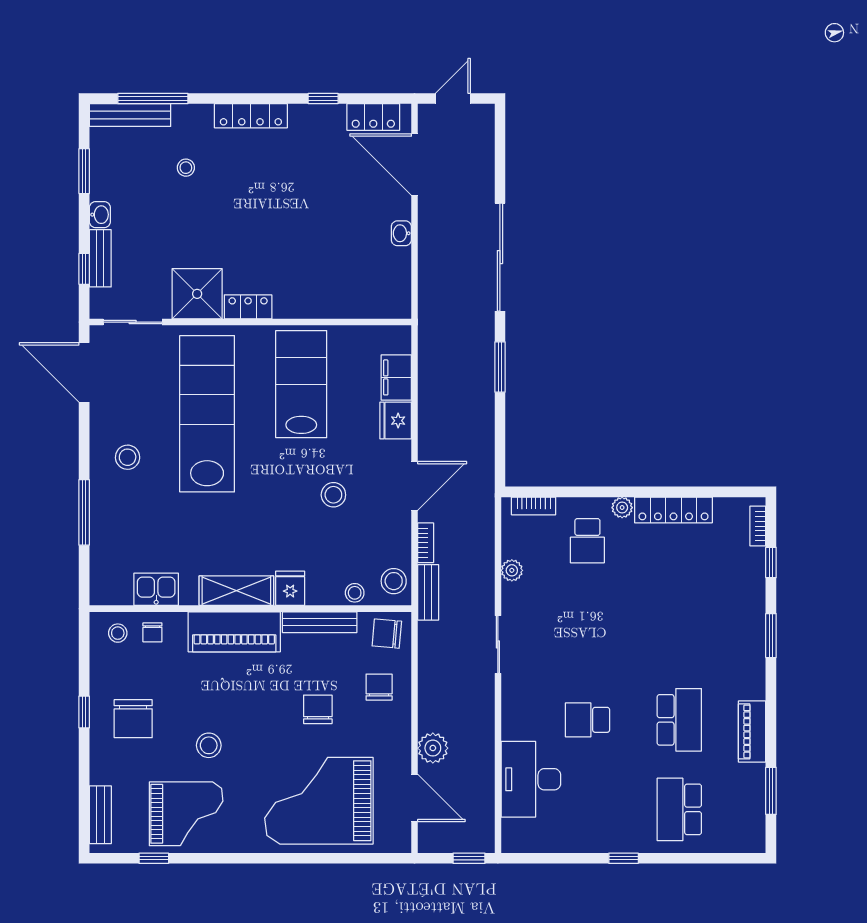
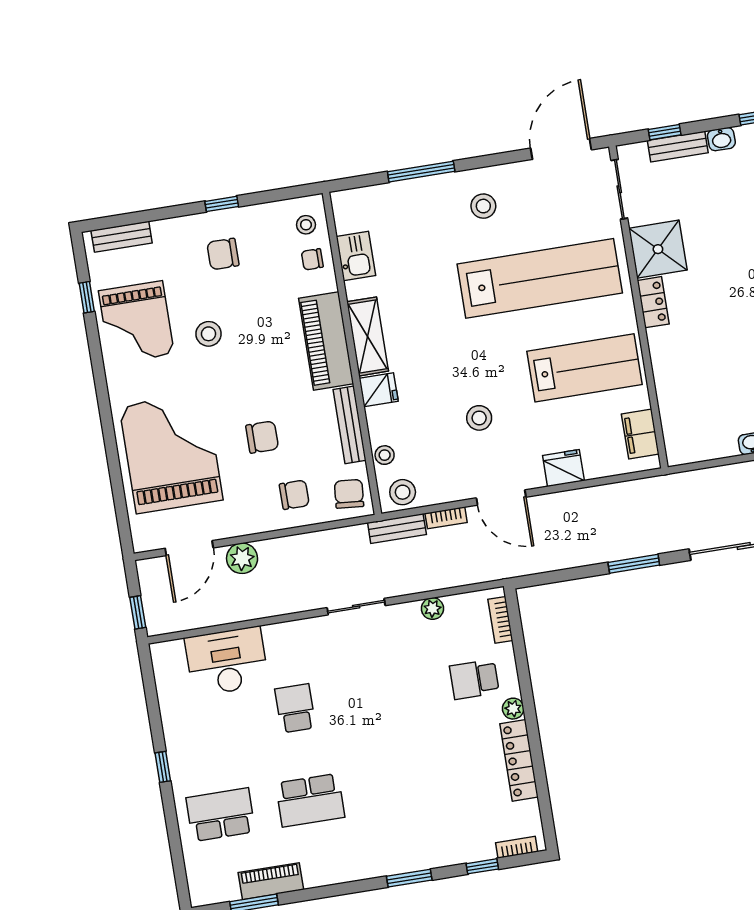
filing cabinet: (396, 377) -> (640, 434), moved, turned -90
chair: (133, 719) -> (223, 254), width x0.73, depth x0.73
piano: (752, 731) -> (271, 881), moved

